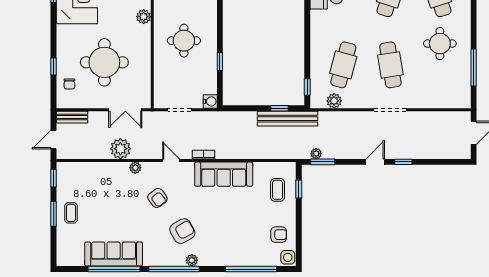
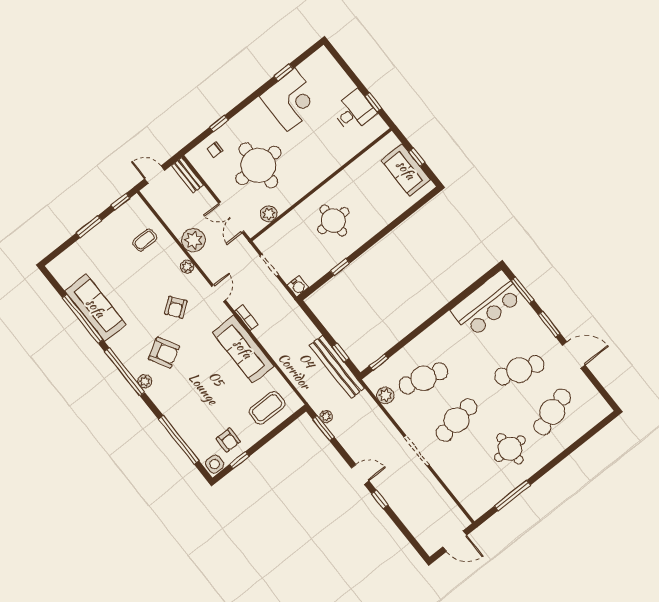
plant: (144, 17) -> (269, 214), moved
window: (299, 189) -> (239, 460), moved
coffee table: (278, 190) -> (267, 408), width x1.36, depth x1.30
coffee table: (71, 213) -> (145, 240), moved

